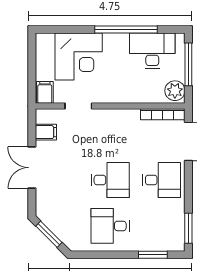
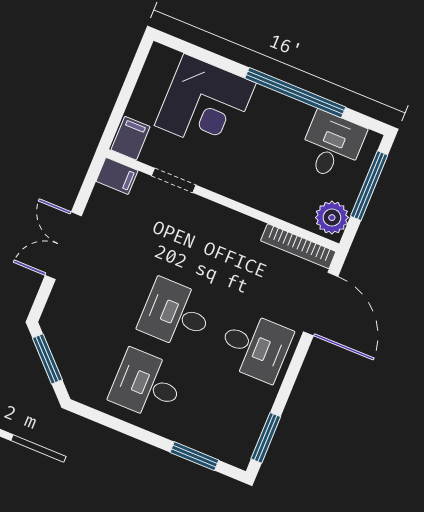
desk: (152, 51) -> (332, 146), width x0.73
filing cabinet: (46, 132) -> (117, 176), moved
desk: (110, 180) -> (176, 314), turned 180

